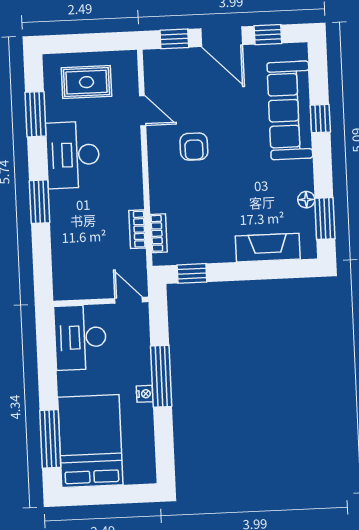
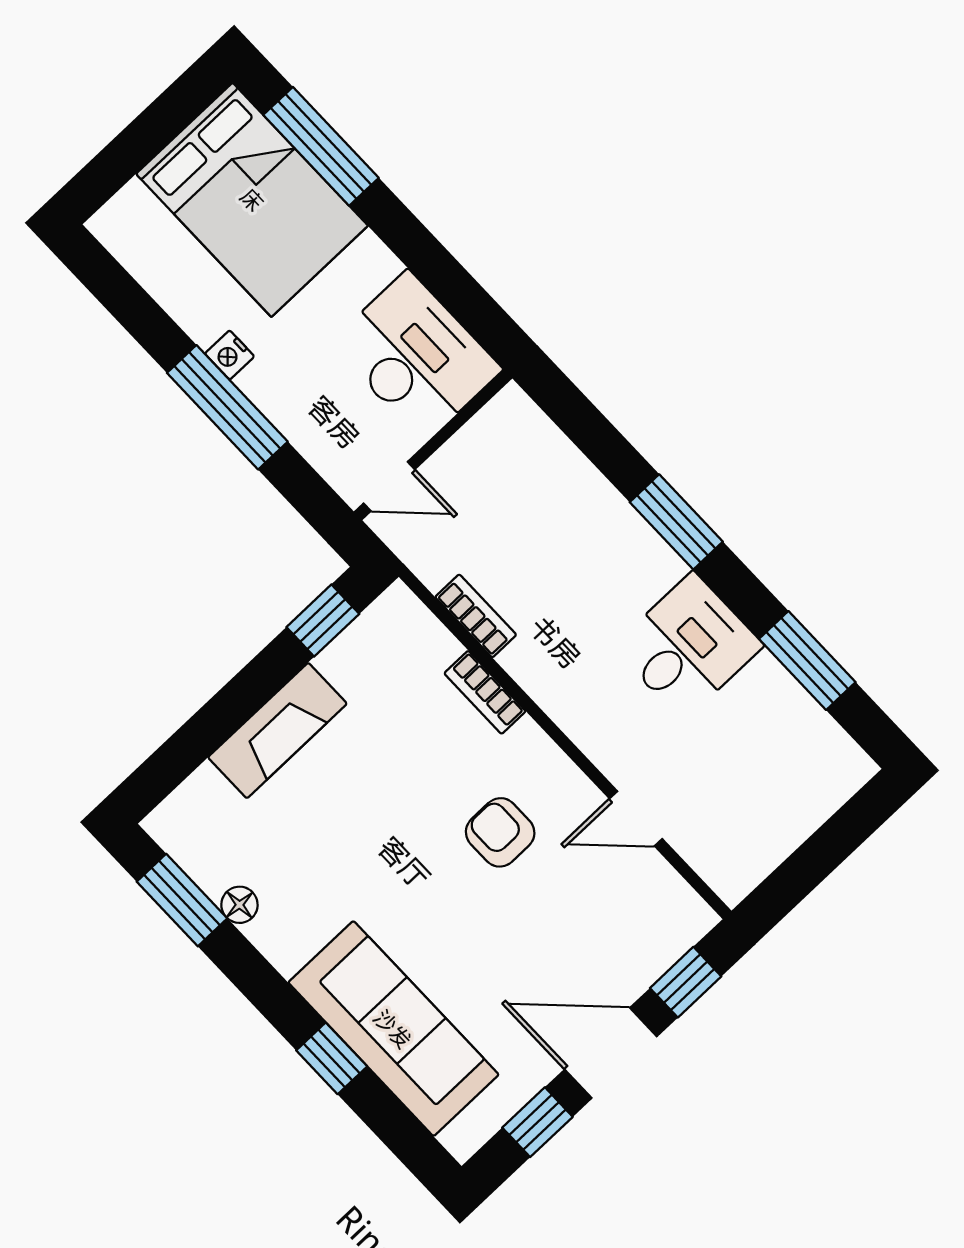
rug: (87, 82) -> (769, 786), removed
desk: (73, 155) -> (688, 646), width x0.73
bookcase: (159, 233) -> (485, 692), moved
fireplace: (268, 248) -> (277, 731), moved

